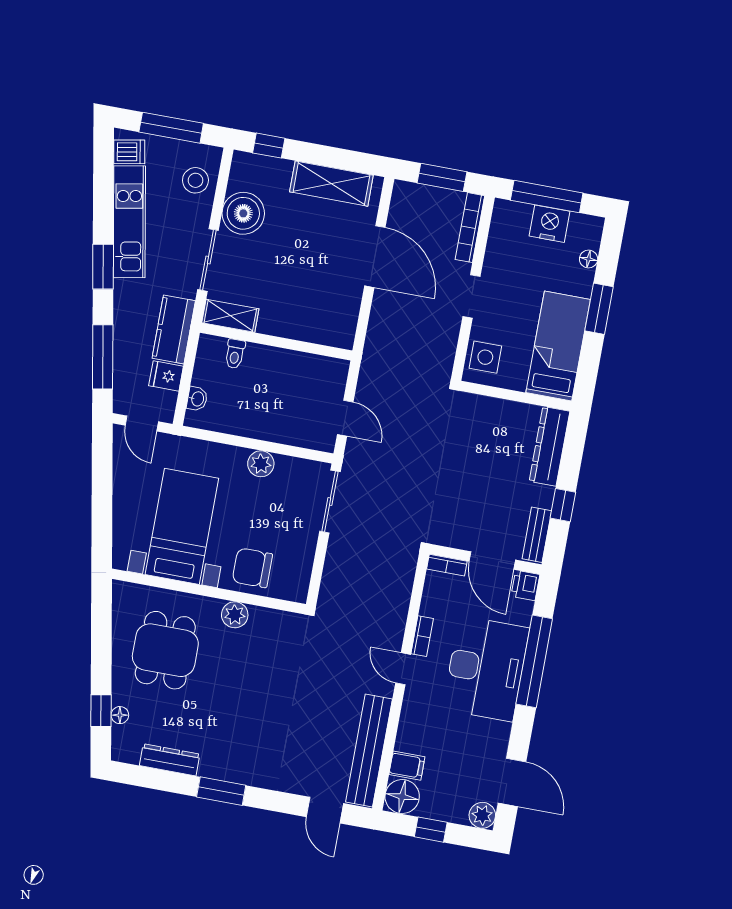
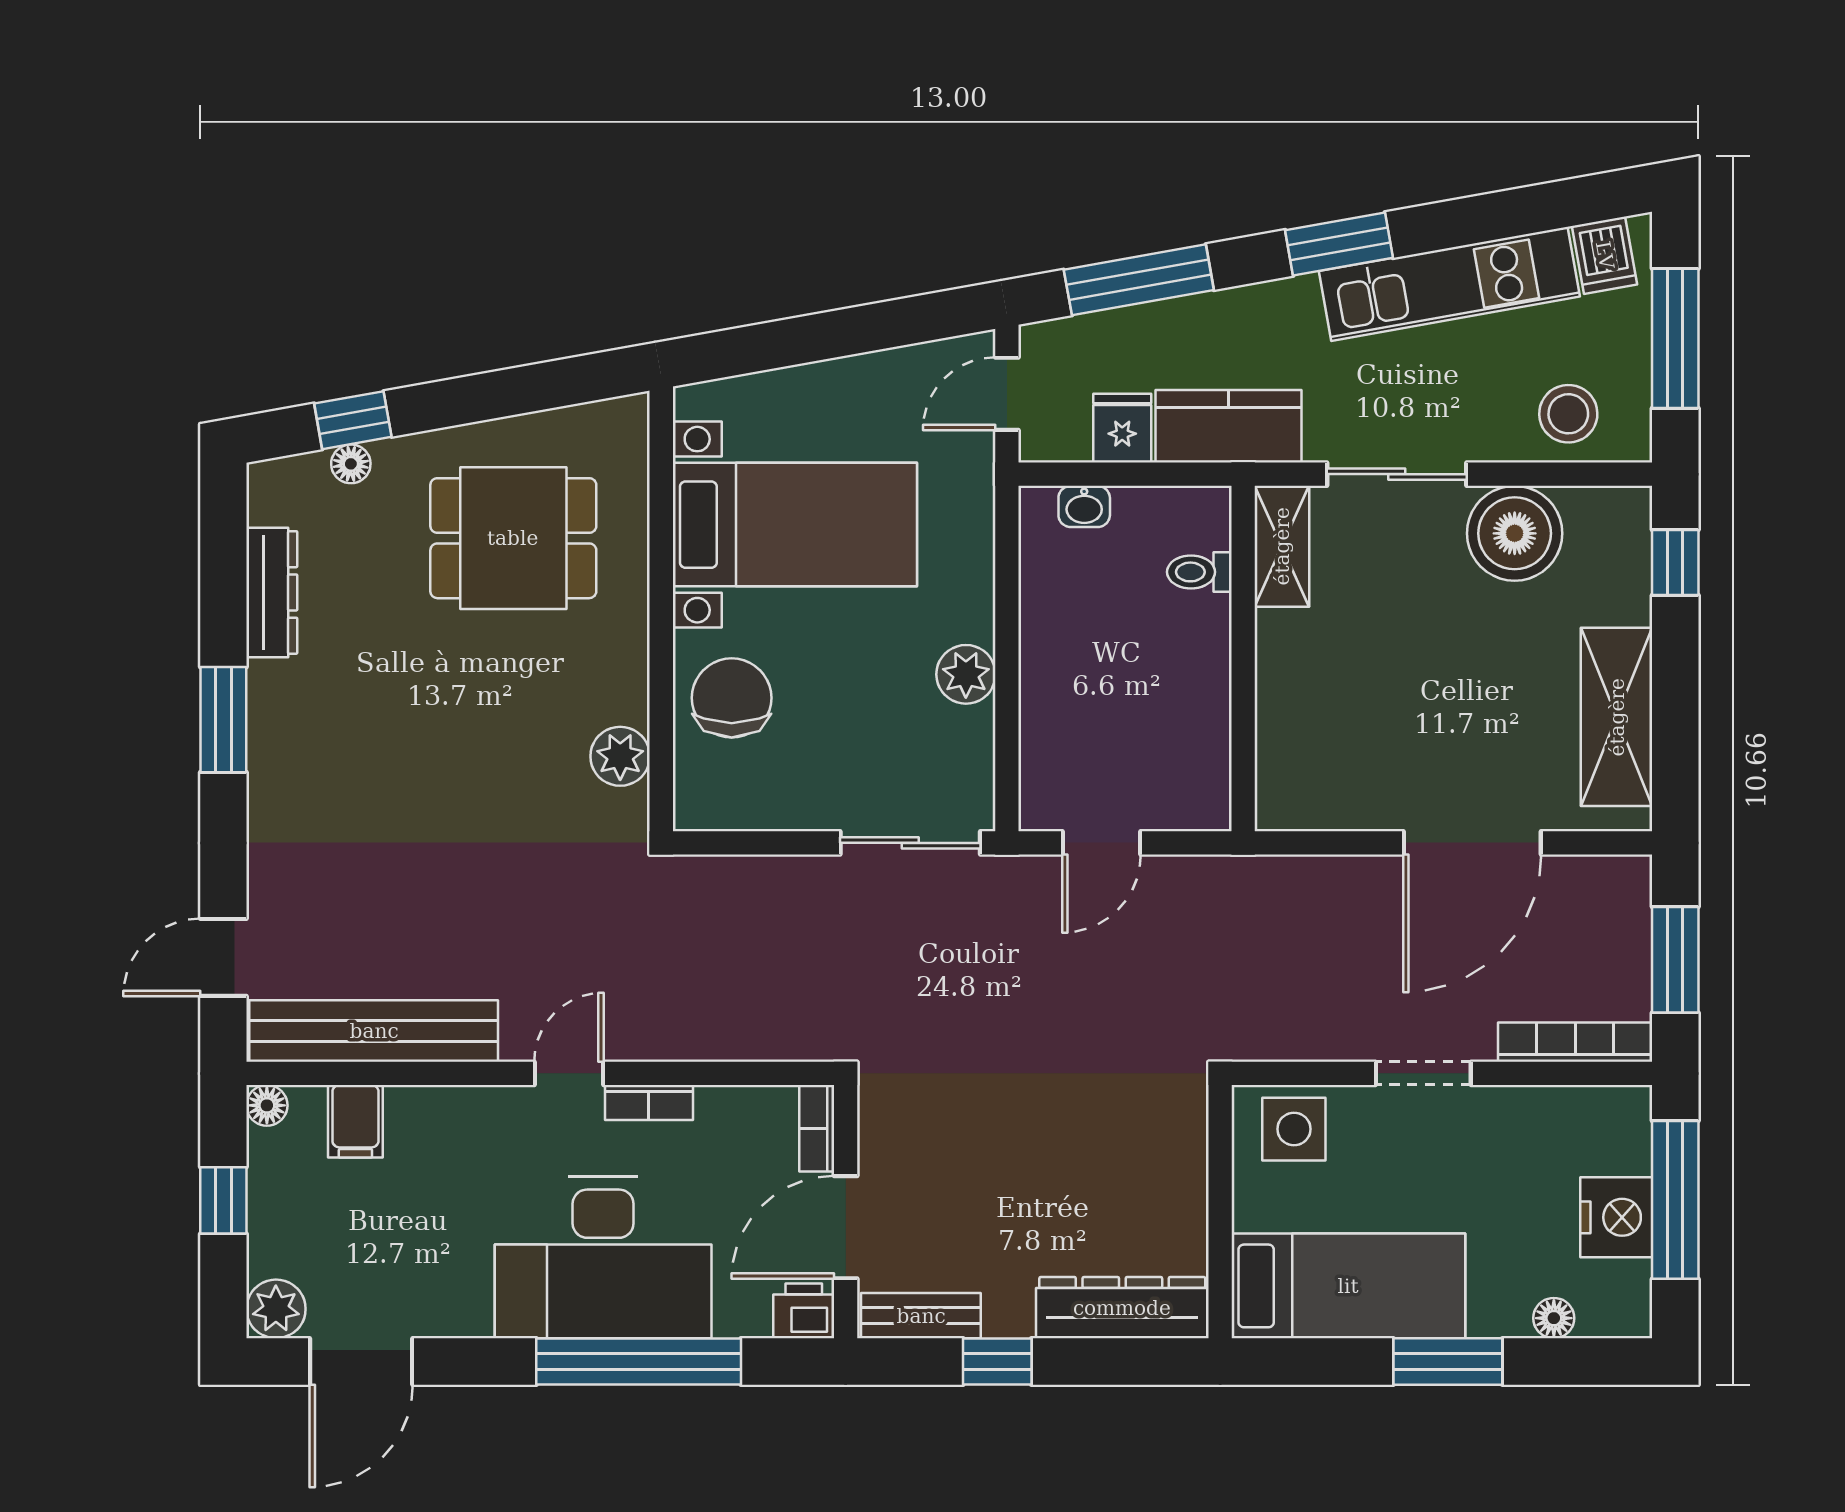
plant: (235, 615) -> (620, 756), moved
floor lamp: (402, 797) -> (267, 1105), width x0.53, depth x0.53

